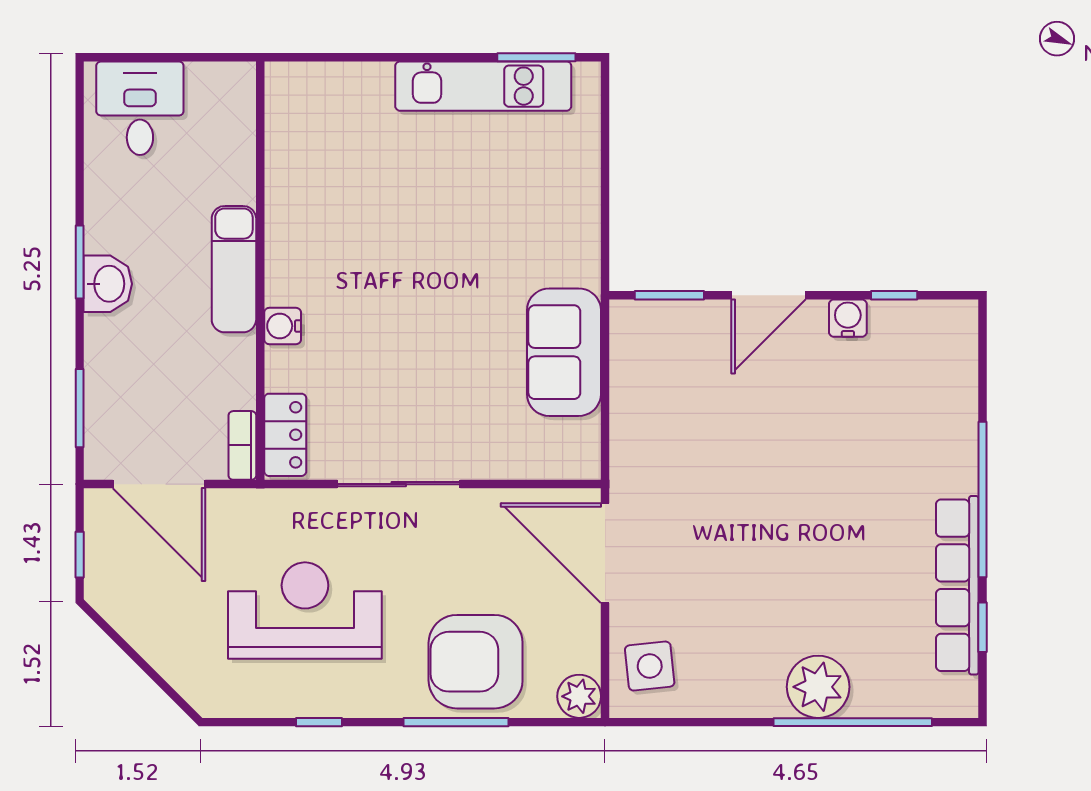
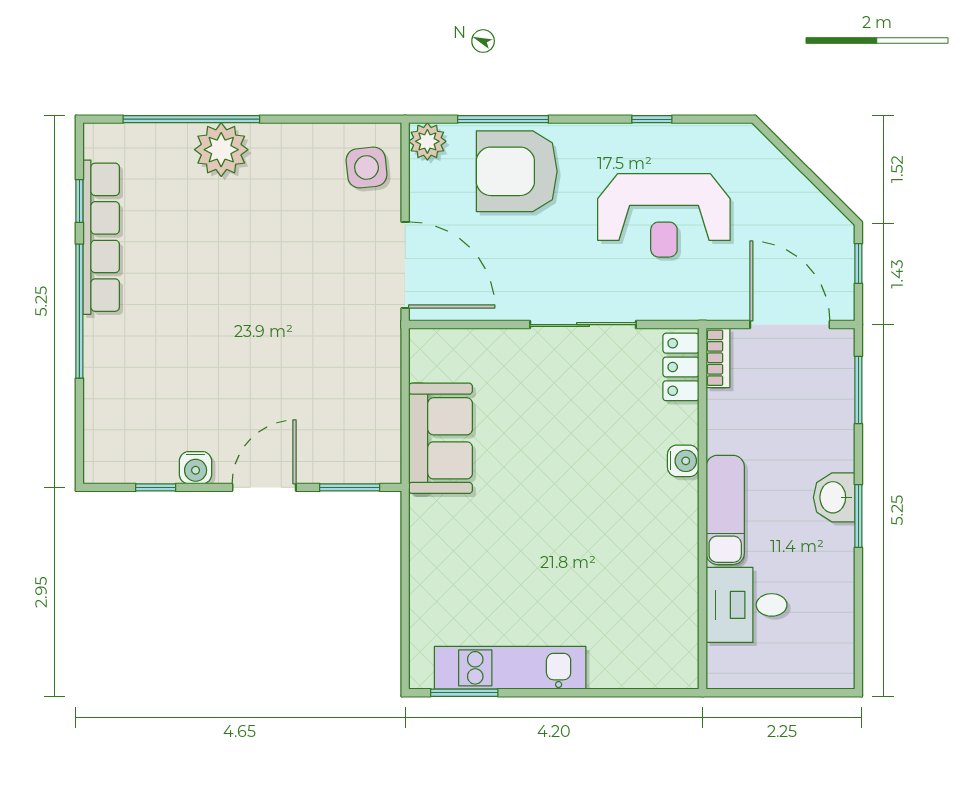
desk: (140, 108) -> (747, 605), moved, turned 90
armchair: (476, 662) -> (517, 171), turned 180
window: (456, 722) -> (503, 119), moved

